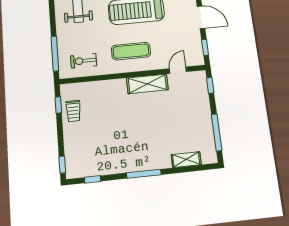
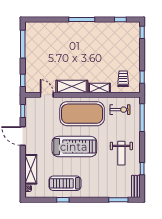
exercise mat: (131, 51) -> (82, 114), width x2.00, depth x1.45
door: (178, 70) -> (47, 95), swing flipped
trolley: (73, 111) -> (123, 79), moved
shelving: (186, 160) -> (99, 88), moved

